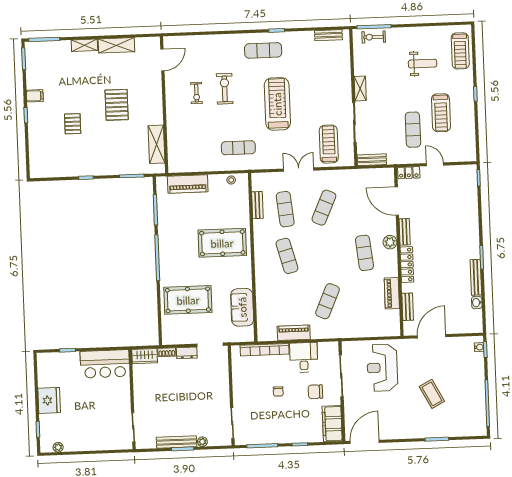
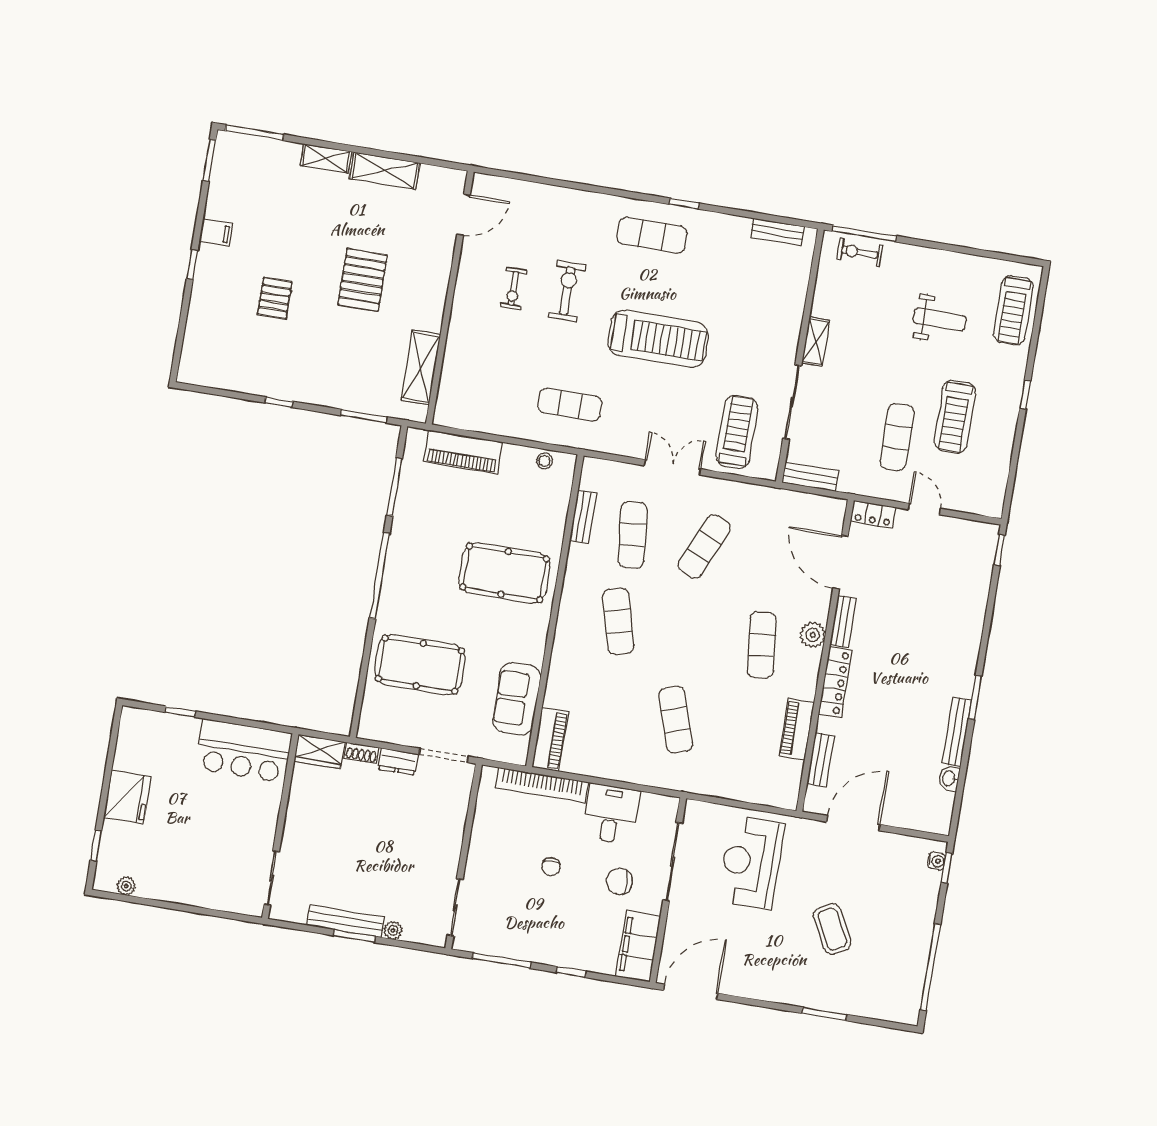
treadmill: (277, 104) -> (658, 339), turned 90
exercise mat: (328, 301) -> (676, 720), turned -42
piano: (294, 333) -> (550, 739), moved, turned 90

